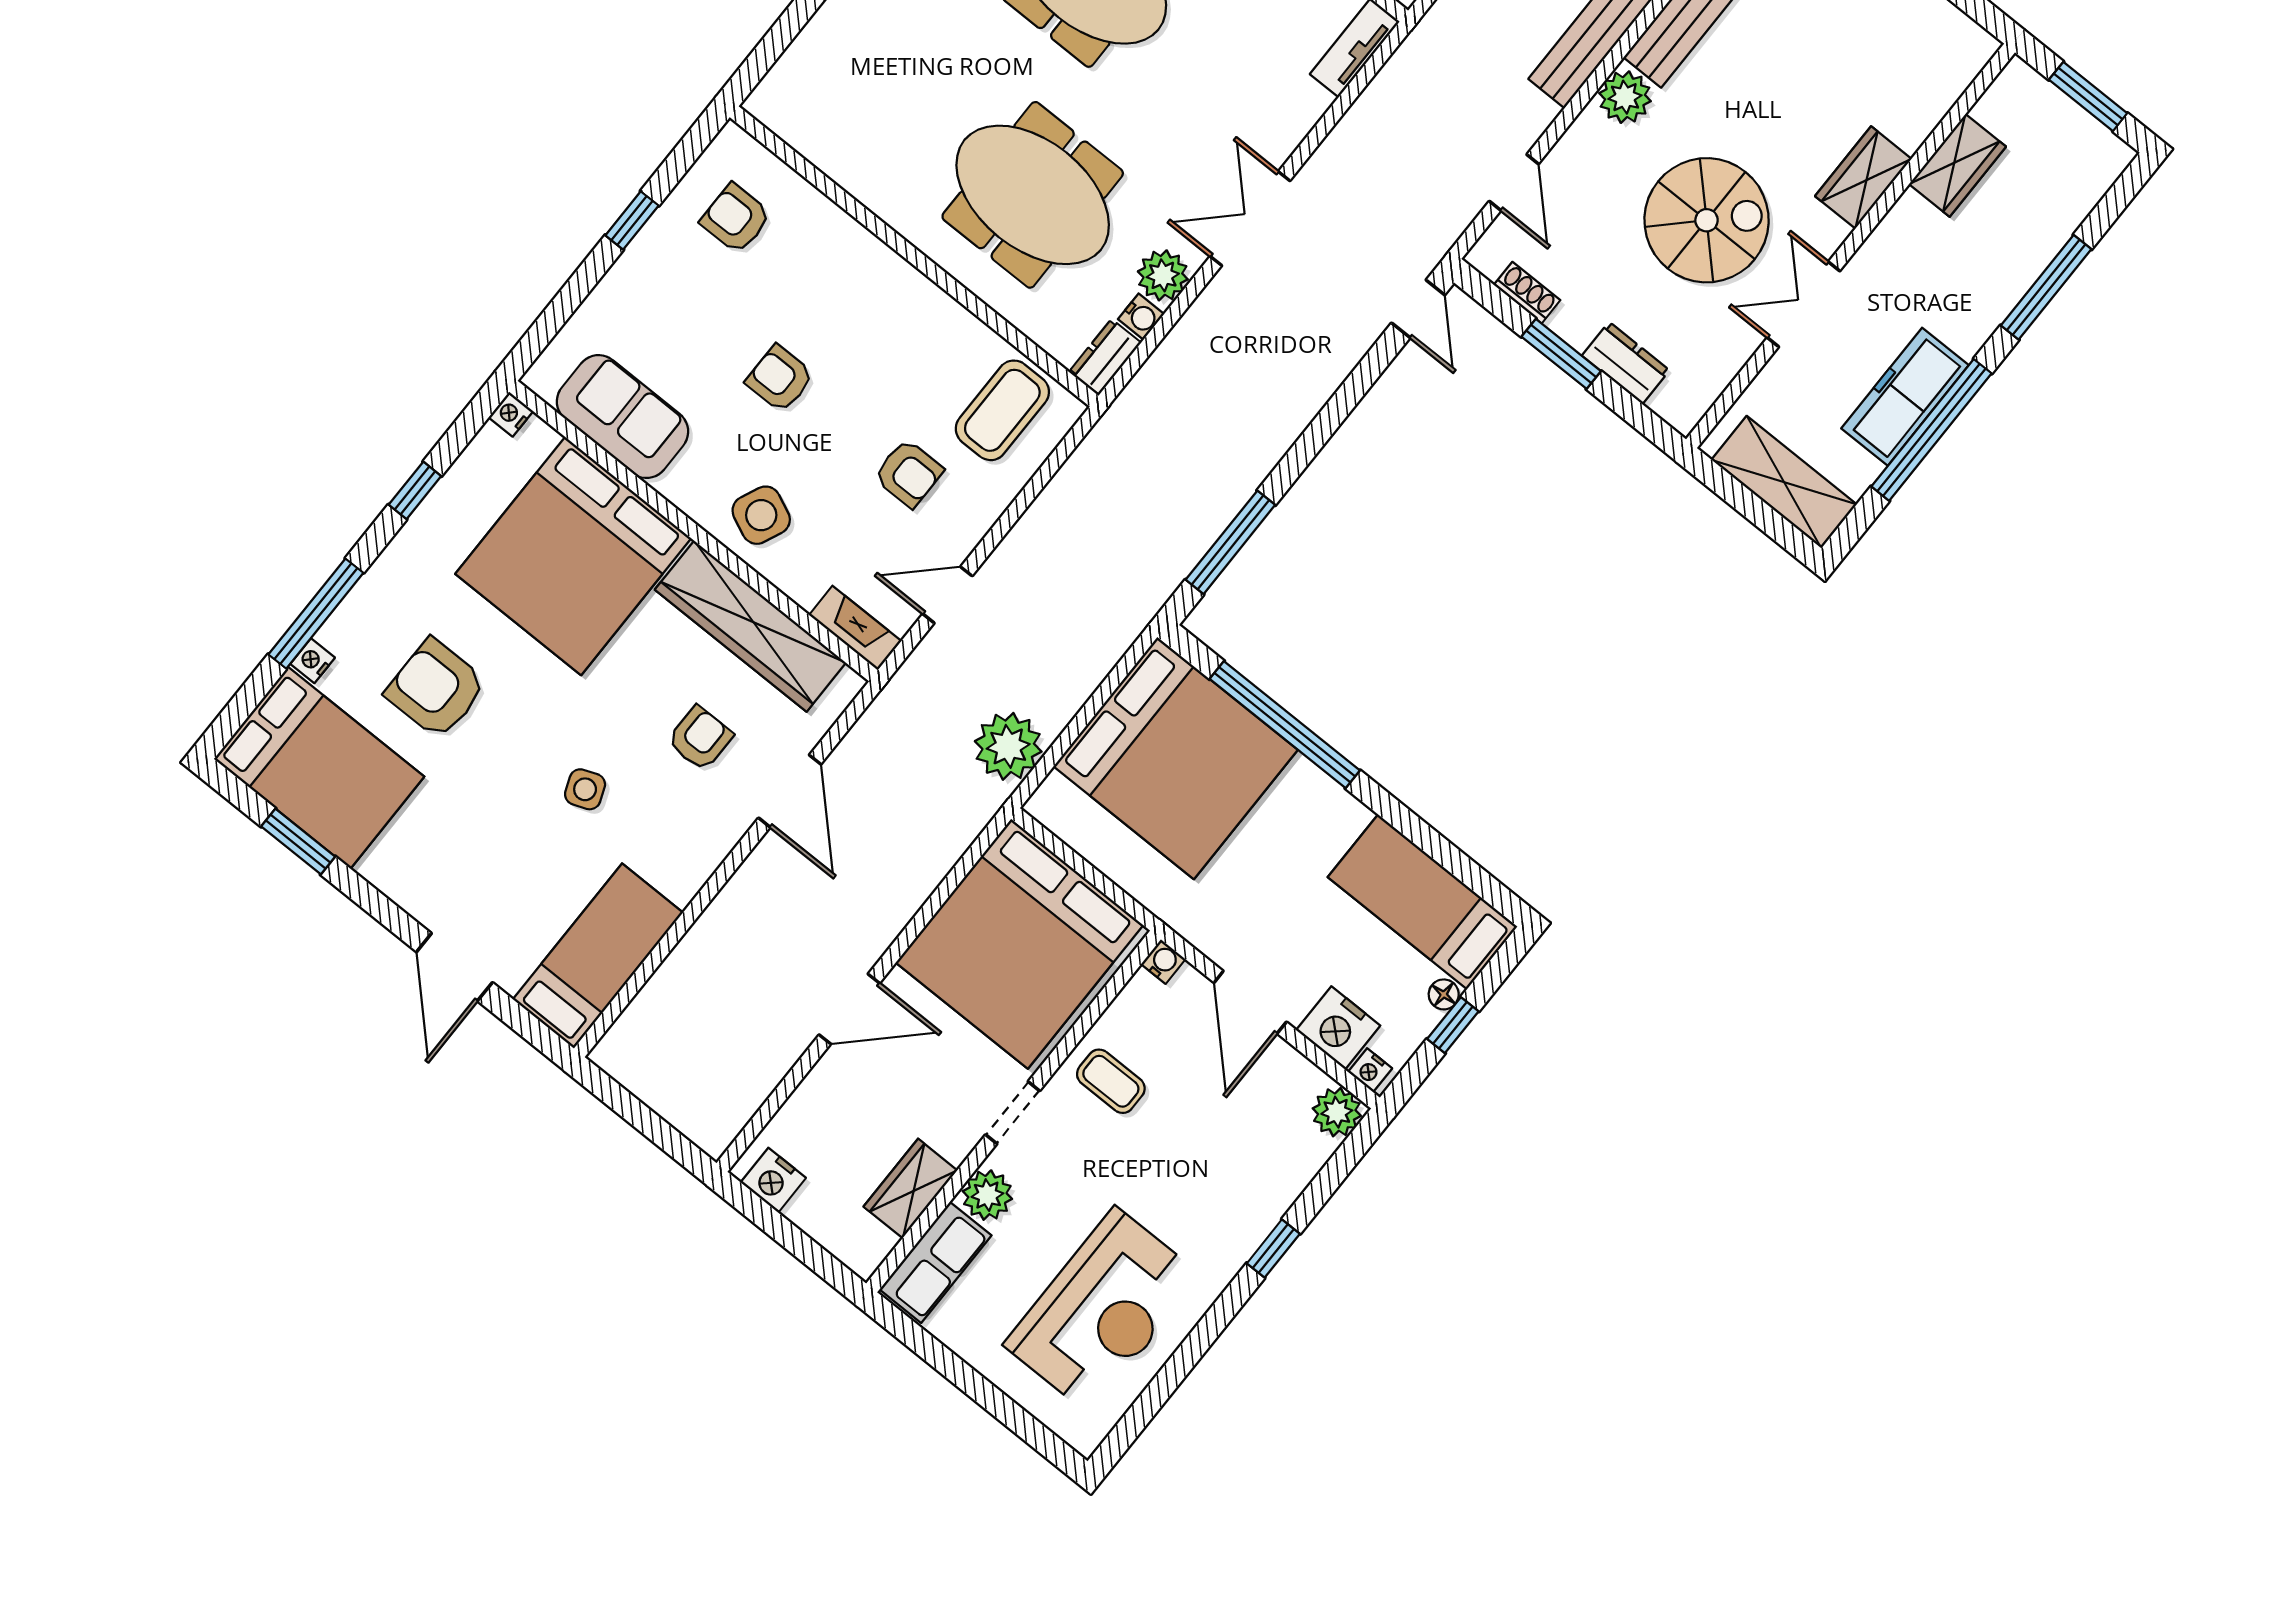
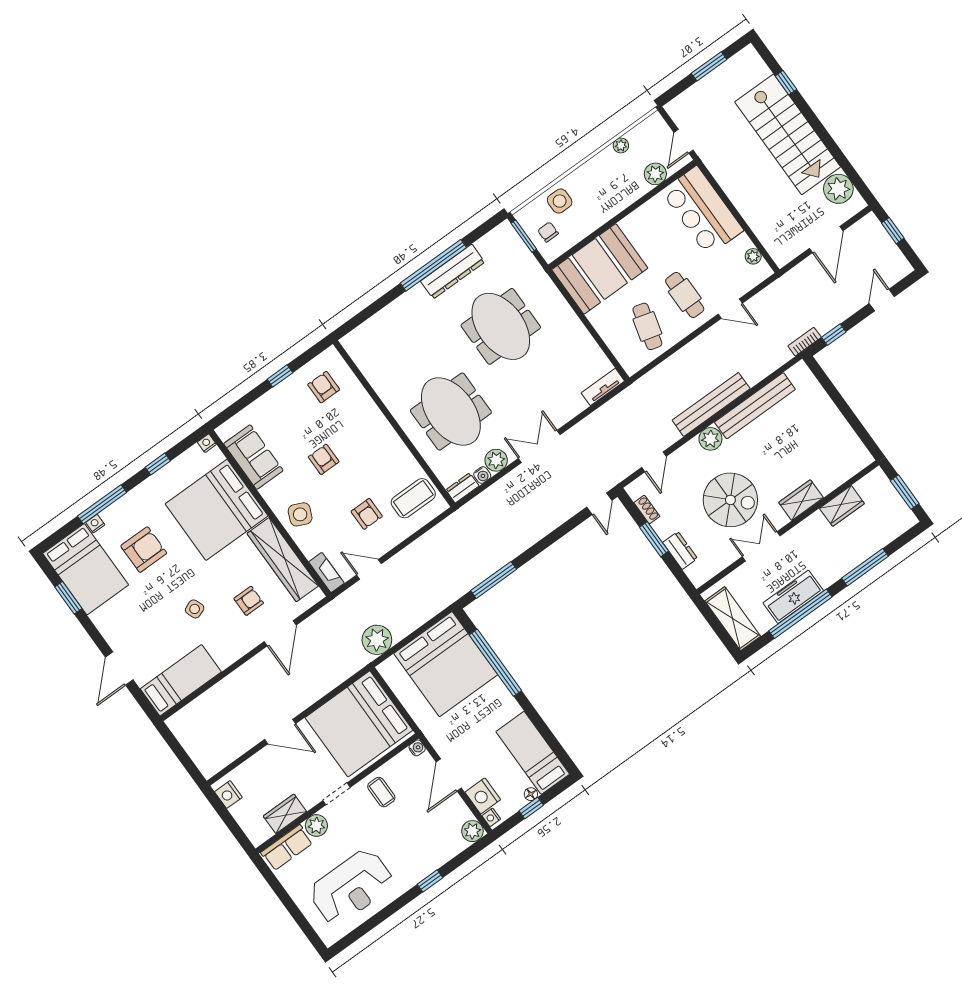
armchair: (436, 689) -> (144, 550), turned 90

